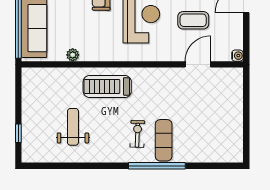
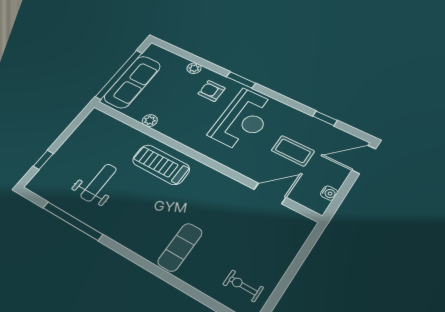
water cooler: (237, 56) -> (329, 193), moved
exercise bike: (137, 134) -> (243, 286), moved, turned -92
window: (157, 166) -> (73, 221), moved

